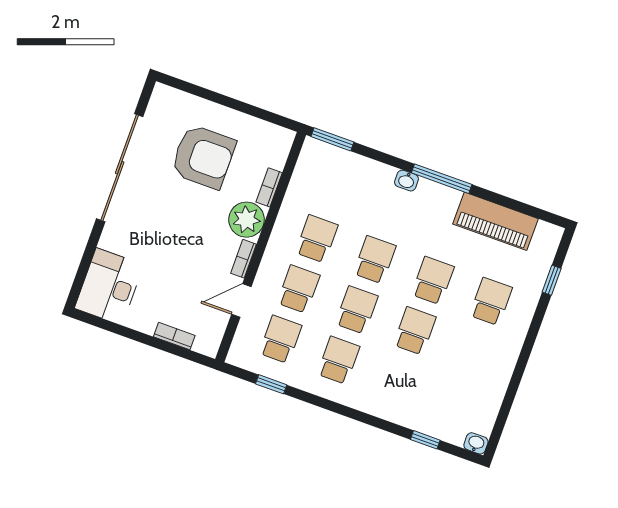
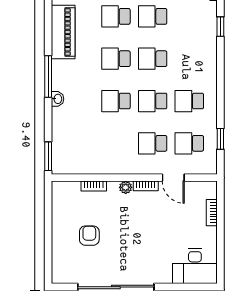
armchair: (203, 157) -> (89, 236), width x0.53, depth x0.53
plant: (247, 220) -> (126, 187), width x0.53, depth x0.53
school desk: (317, 239) -> (153, 16), moved

